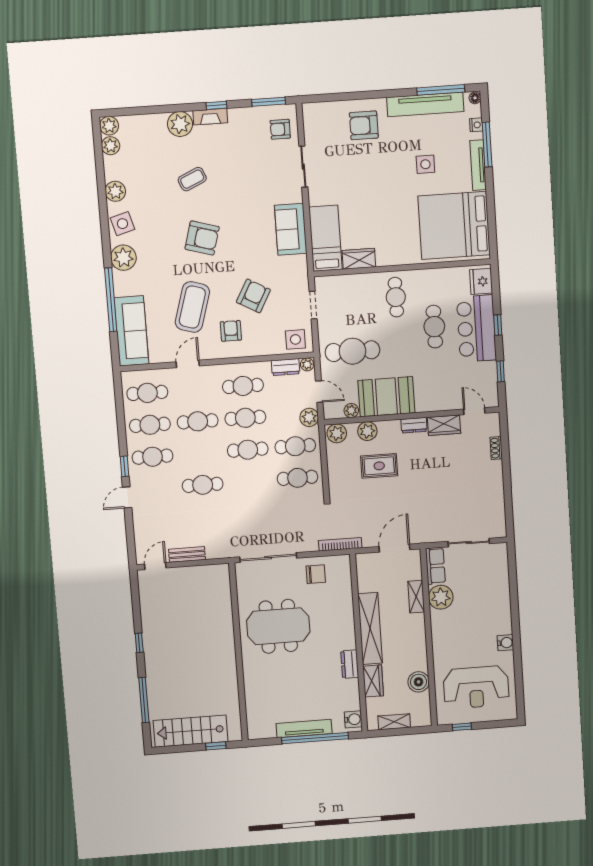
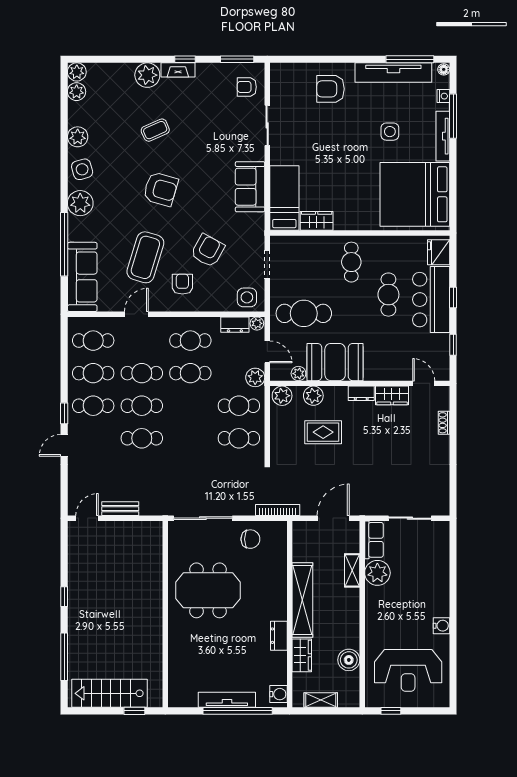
cafe table: (248, 450) -> (142, 406), moved

